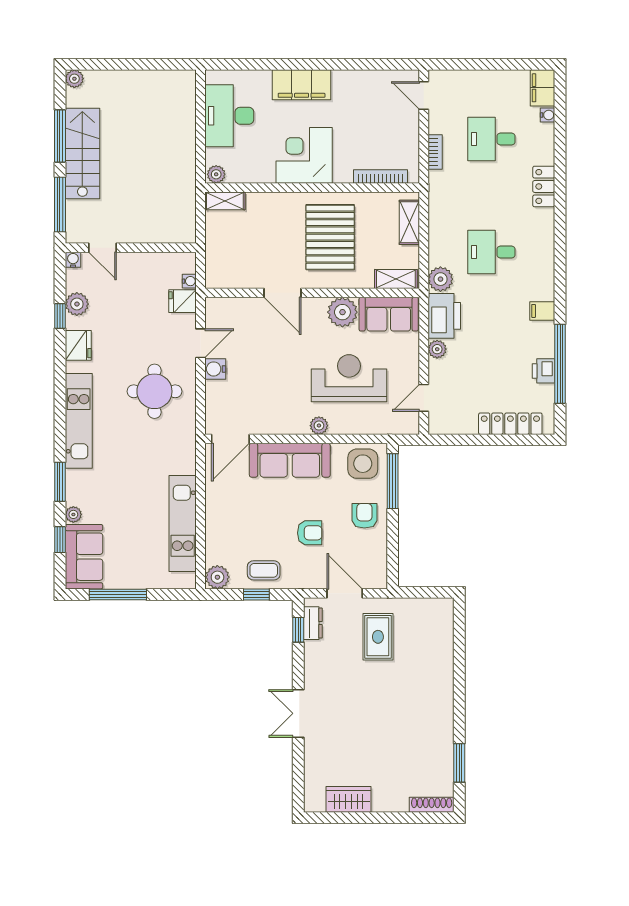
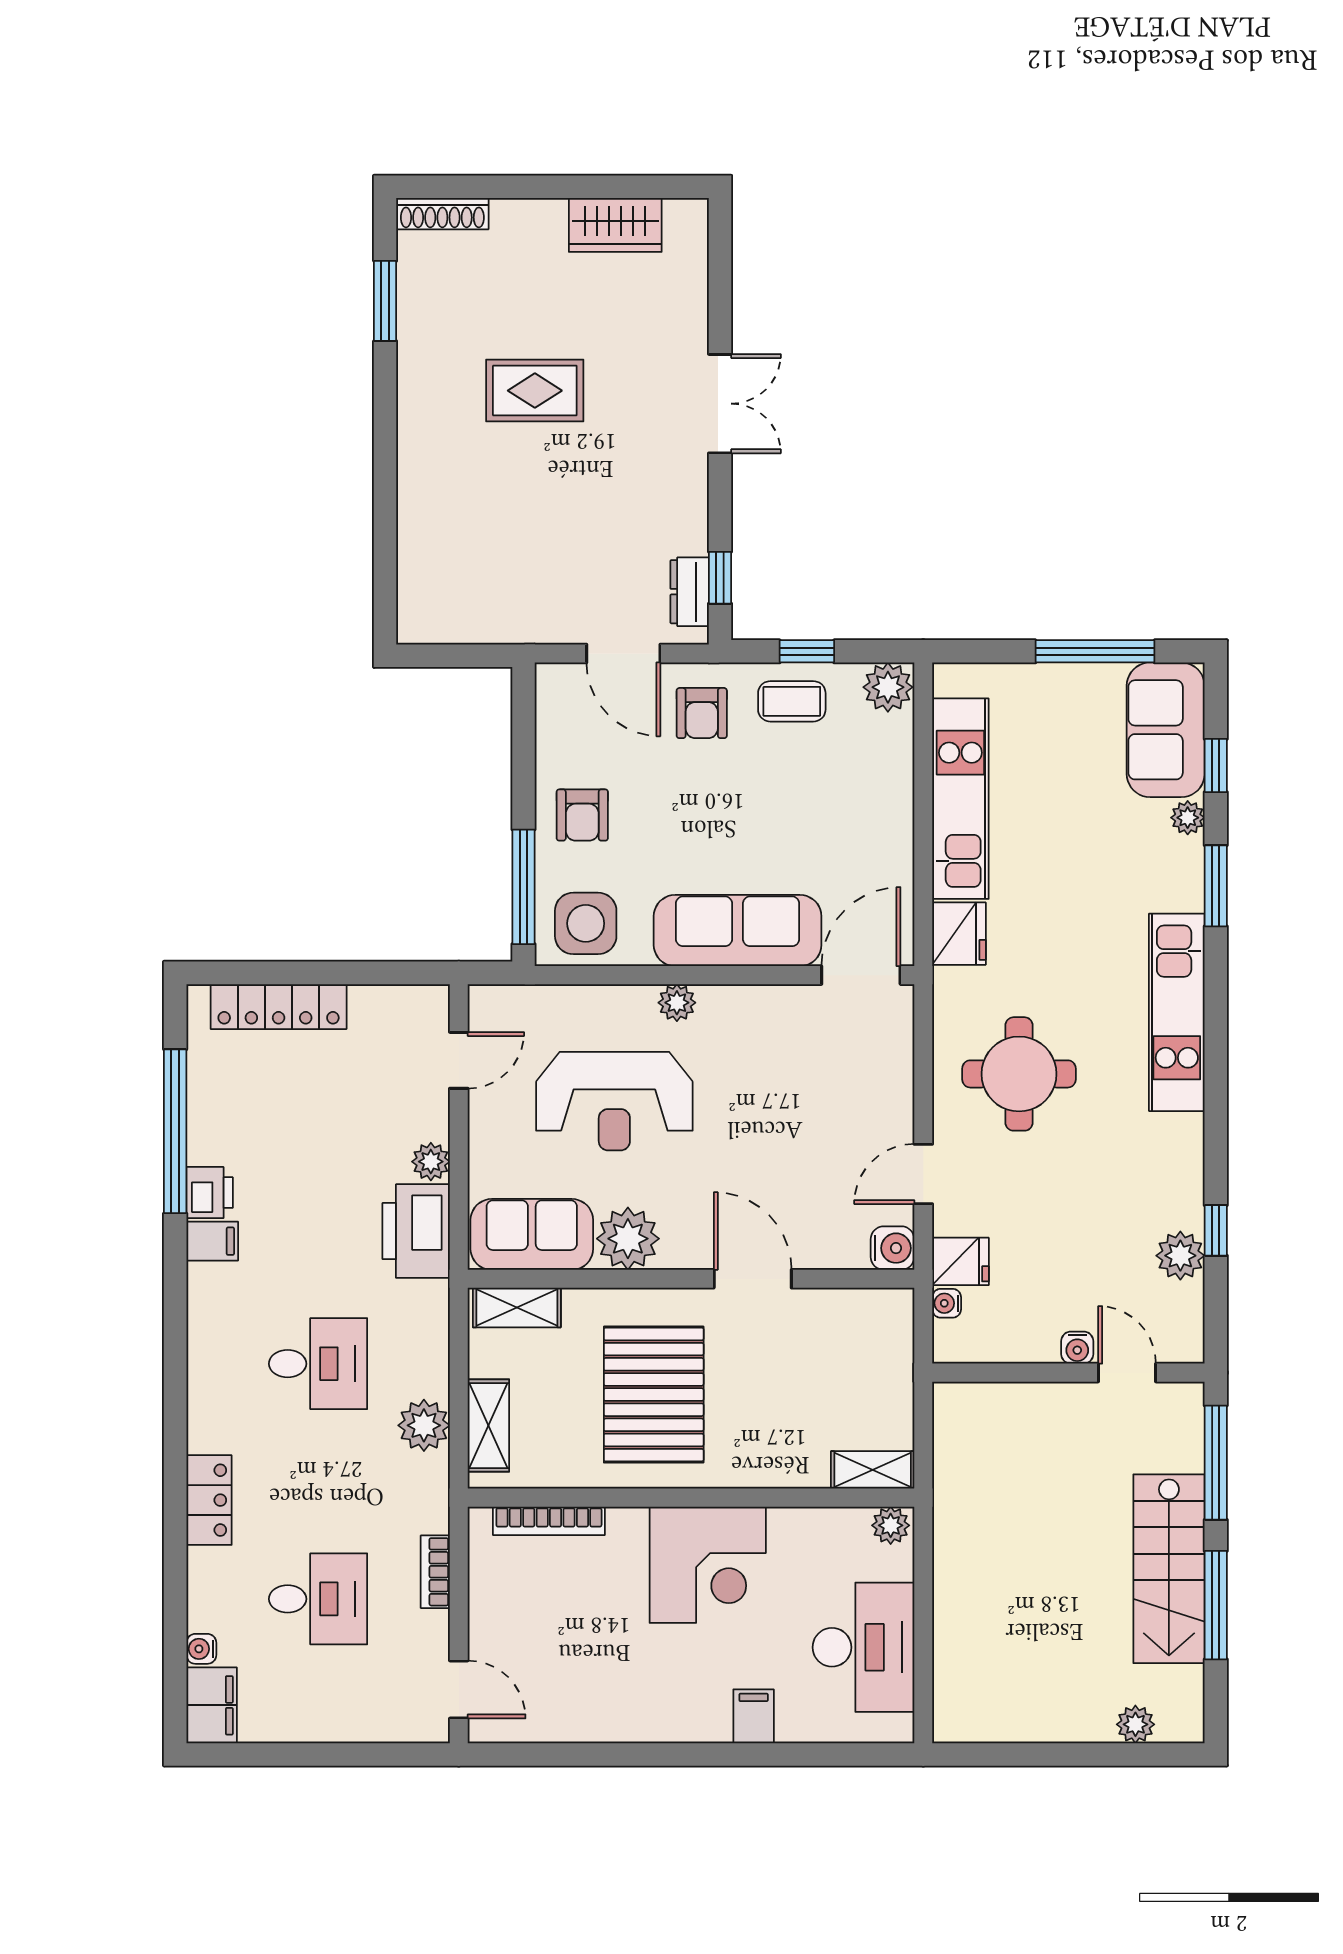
plant: (74, 79) -> (1135, 1724), moved
filing cabinet: (302, 85) -> (754, 1716), width x0.33, depth x0.86
water cooler: (73, 260) -> (1077, 1348), moved
plant: (440, 279) -> (424, 1425), moved
fridge: (78, 345) -> (959, 934), moved, turned 180
water cooler: (215, 369) -> (893, 1248), moved
printer: (544, 371) -> (210, 1193), moved
armchair: (310, 533) -> (702, 713), moved, turned -90
rug: (378, 637) -> (535, 391), moved, turned 90

